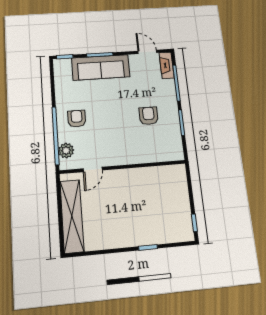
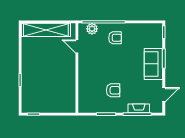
fireplace: (167, 65) -> (139, 108), moved
sofa: (101, 67) -> (153, 64), width x0.73

